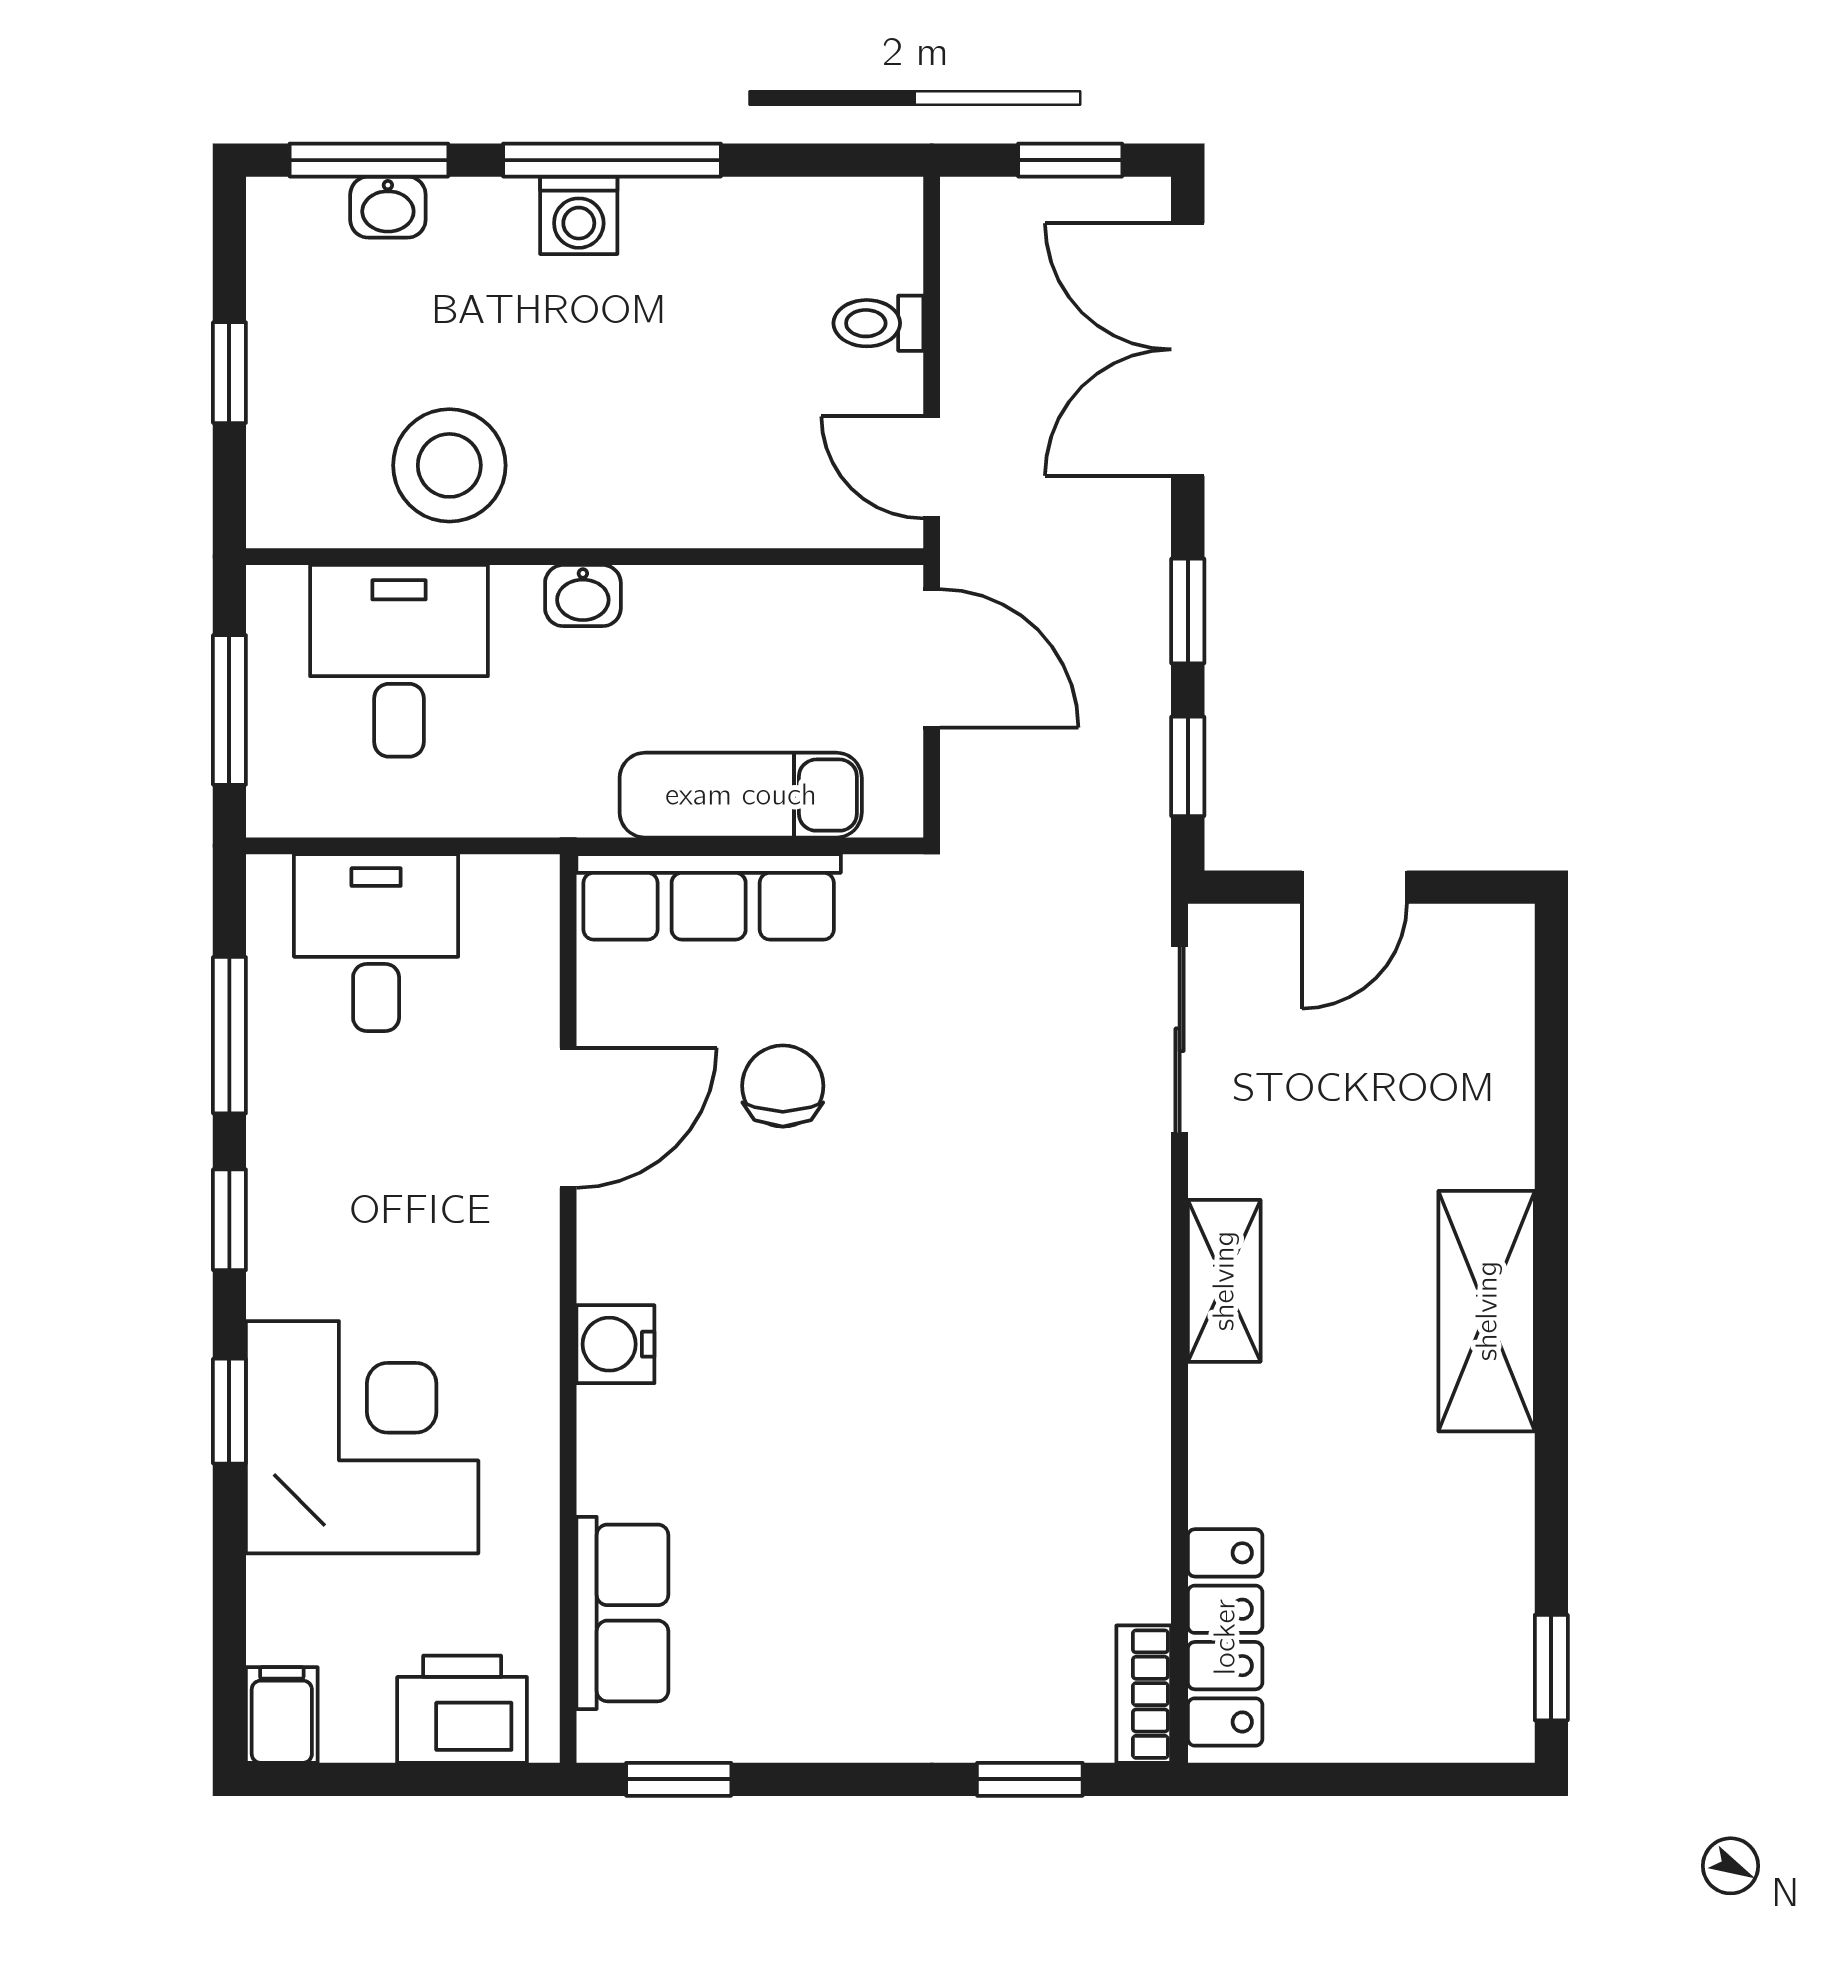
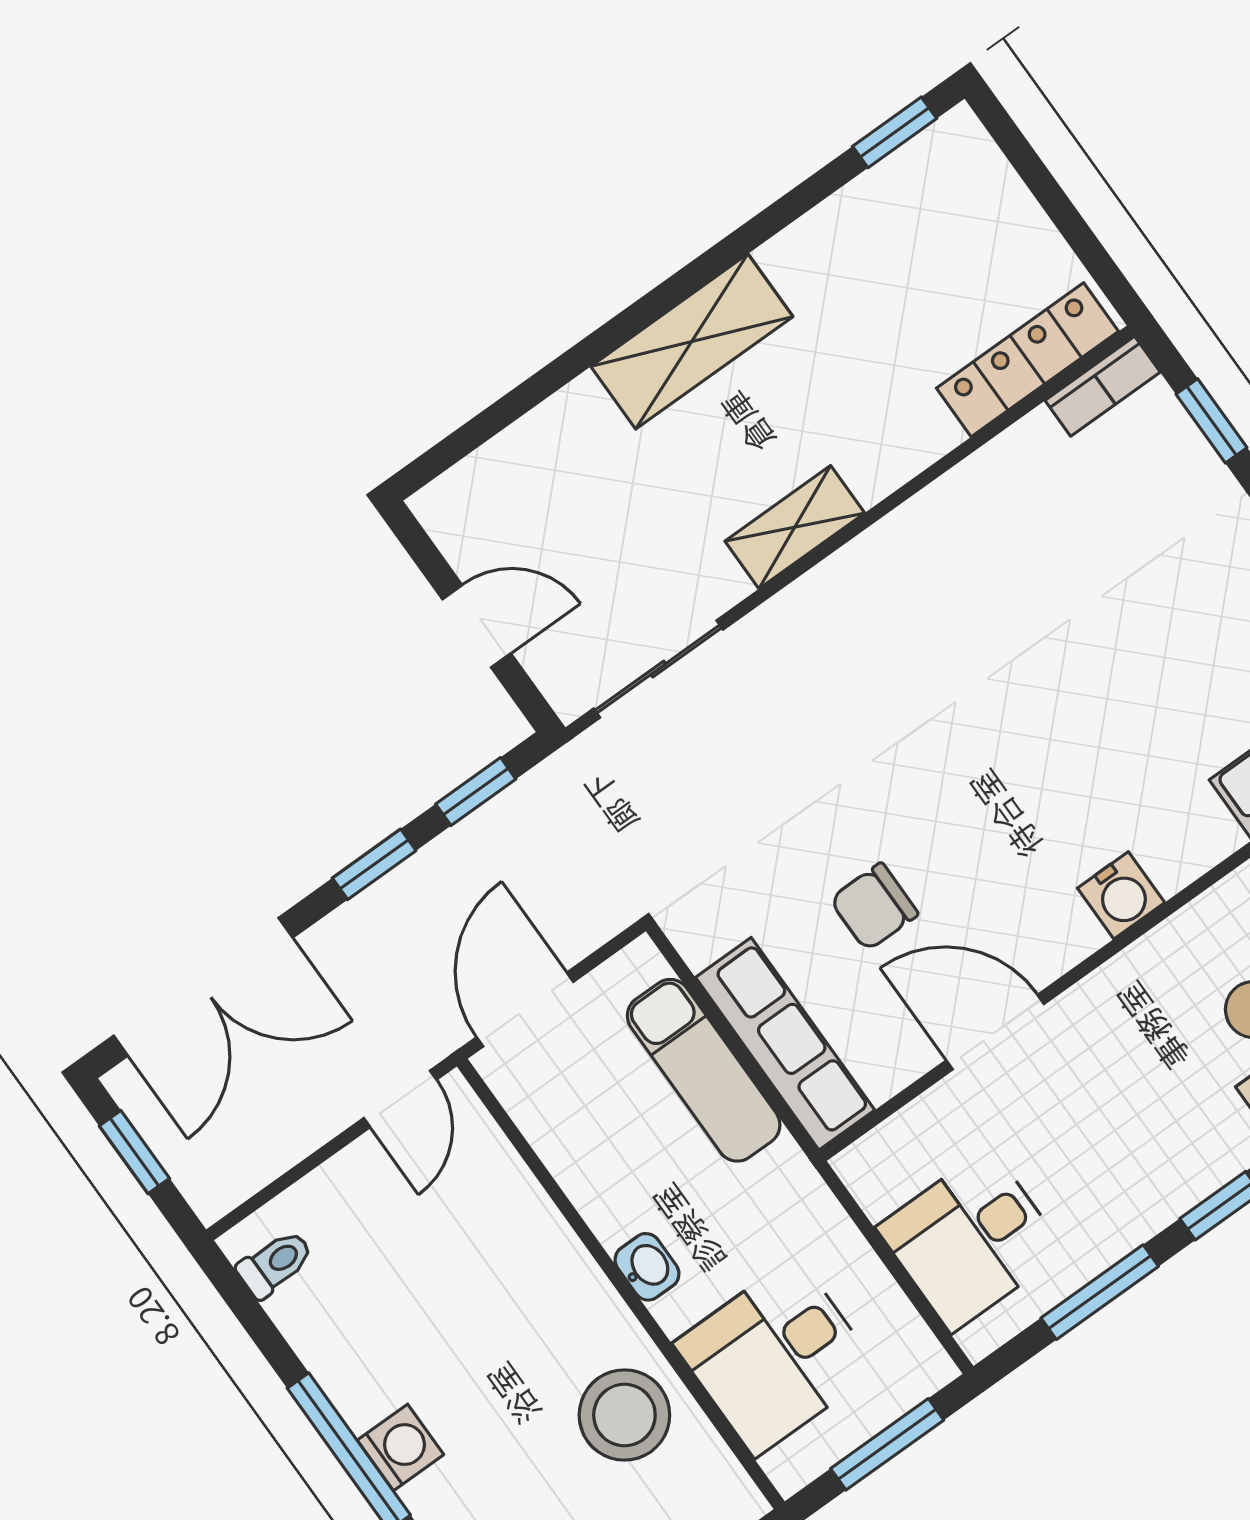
toilet: (878, 323) -> (275, 1264), moved, turned -90

